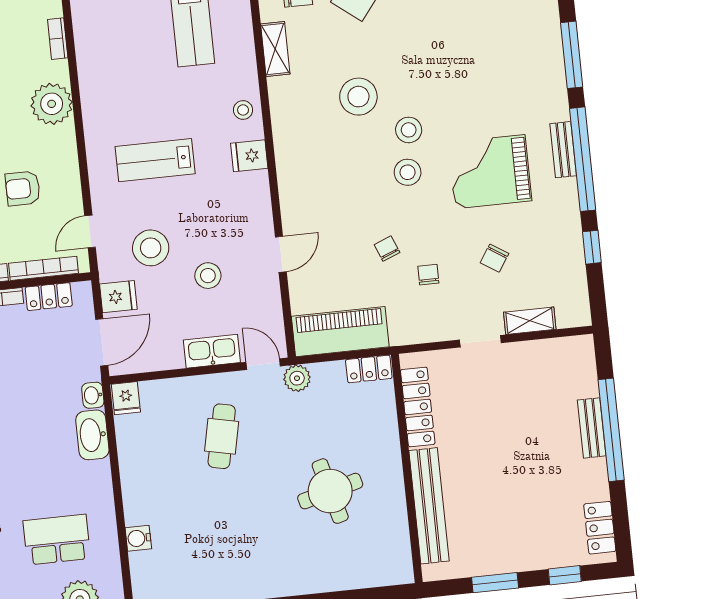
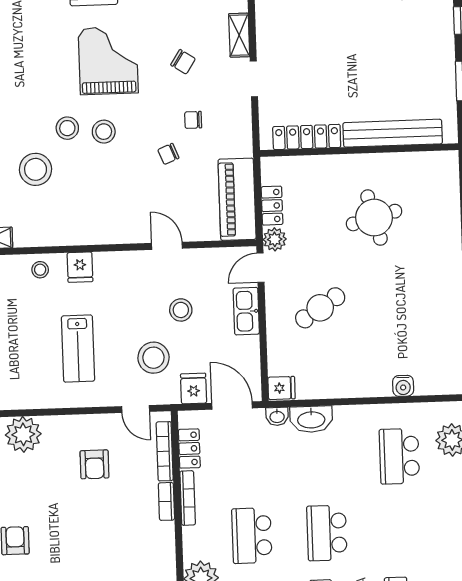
grand piano: (490, 172) -> (108, 61), turned 180
locker: (369, 369) -> (272, 206), moved
cafe table: (222, 436) -> (320, 308), turned -45

